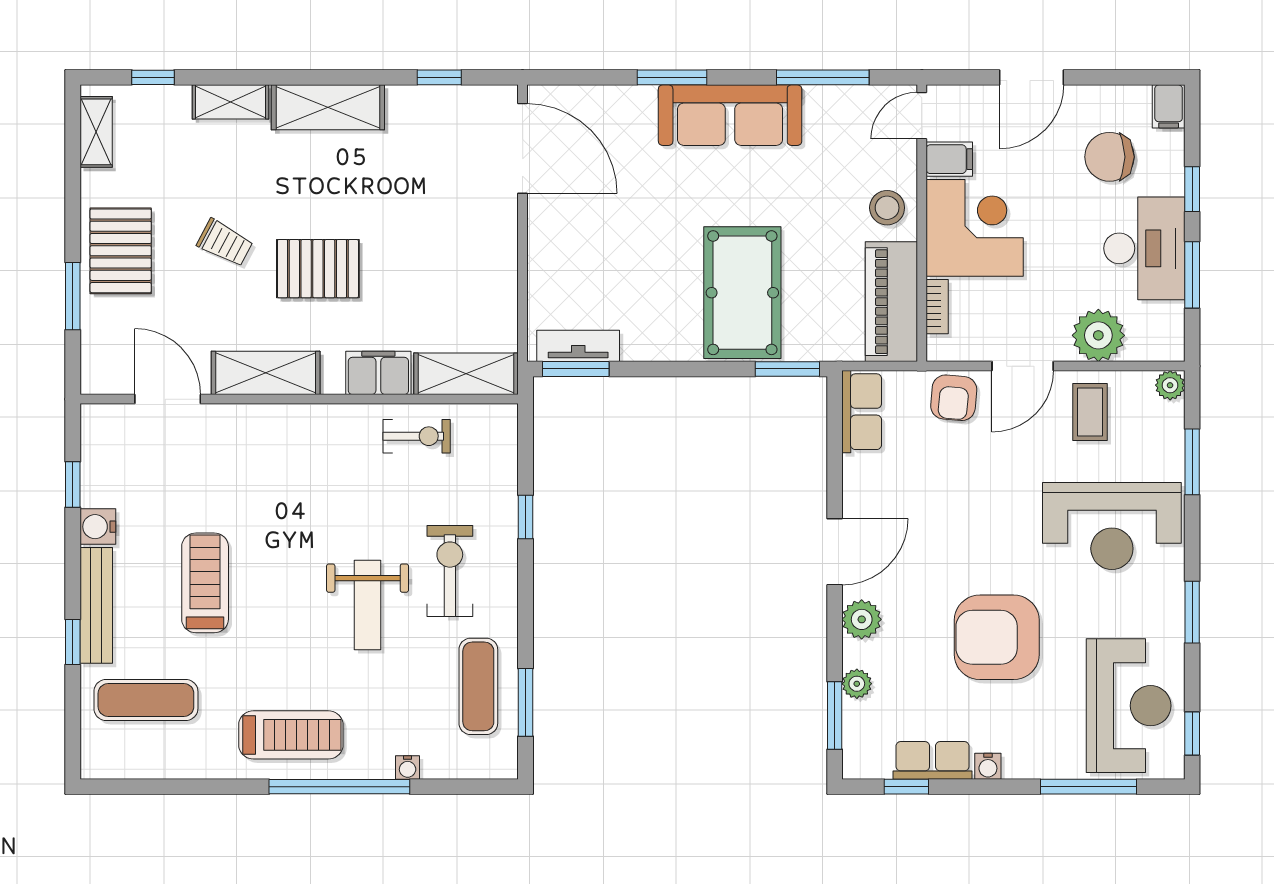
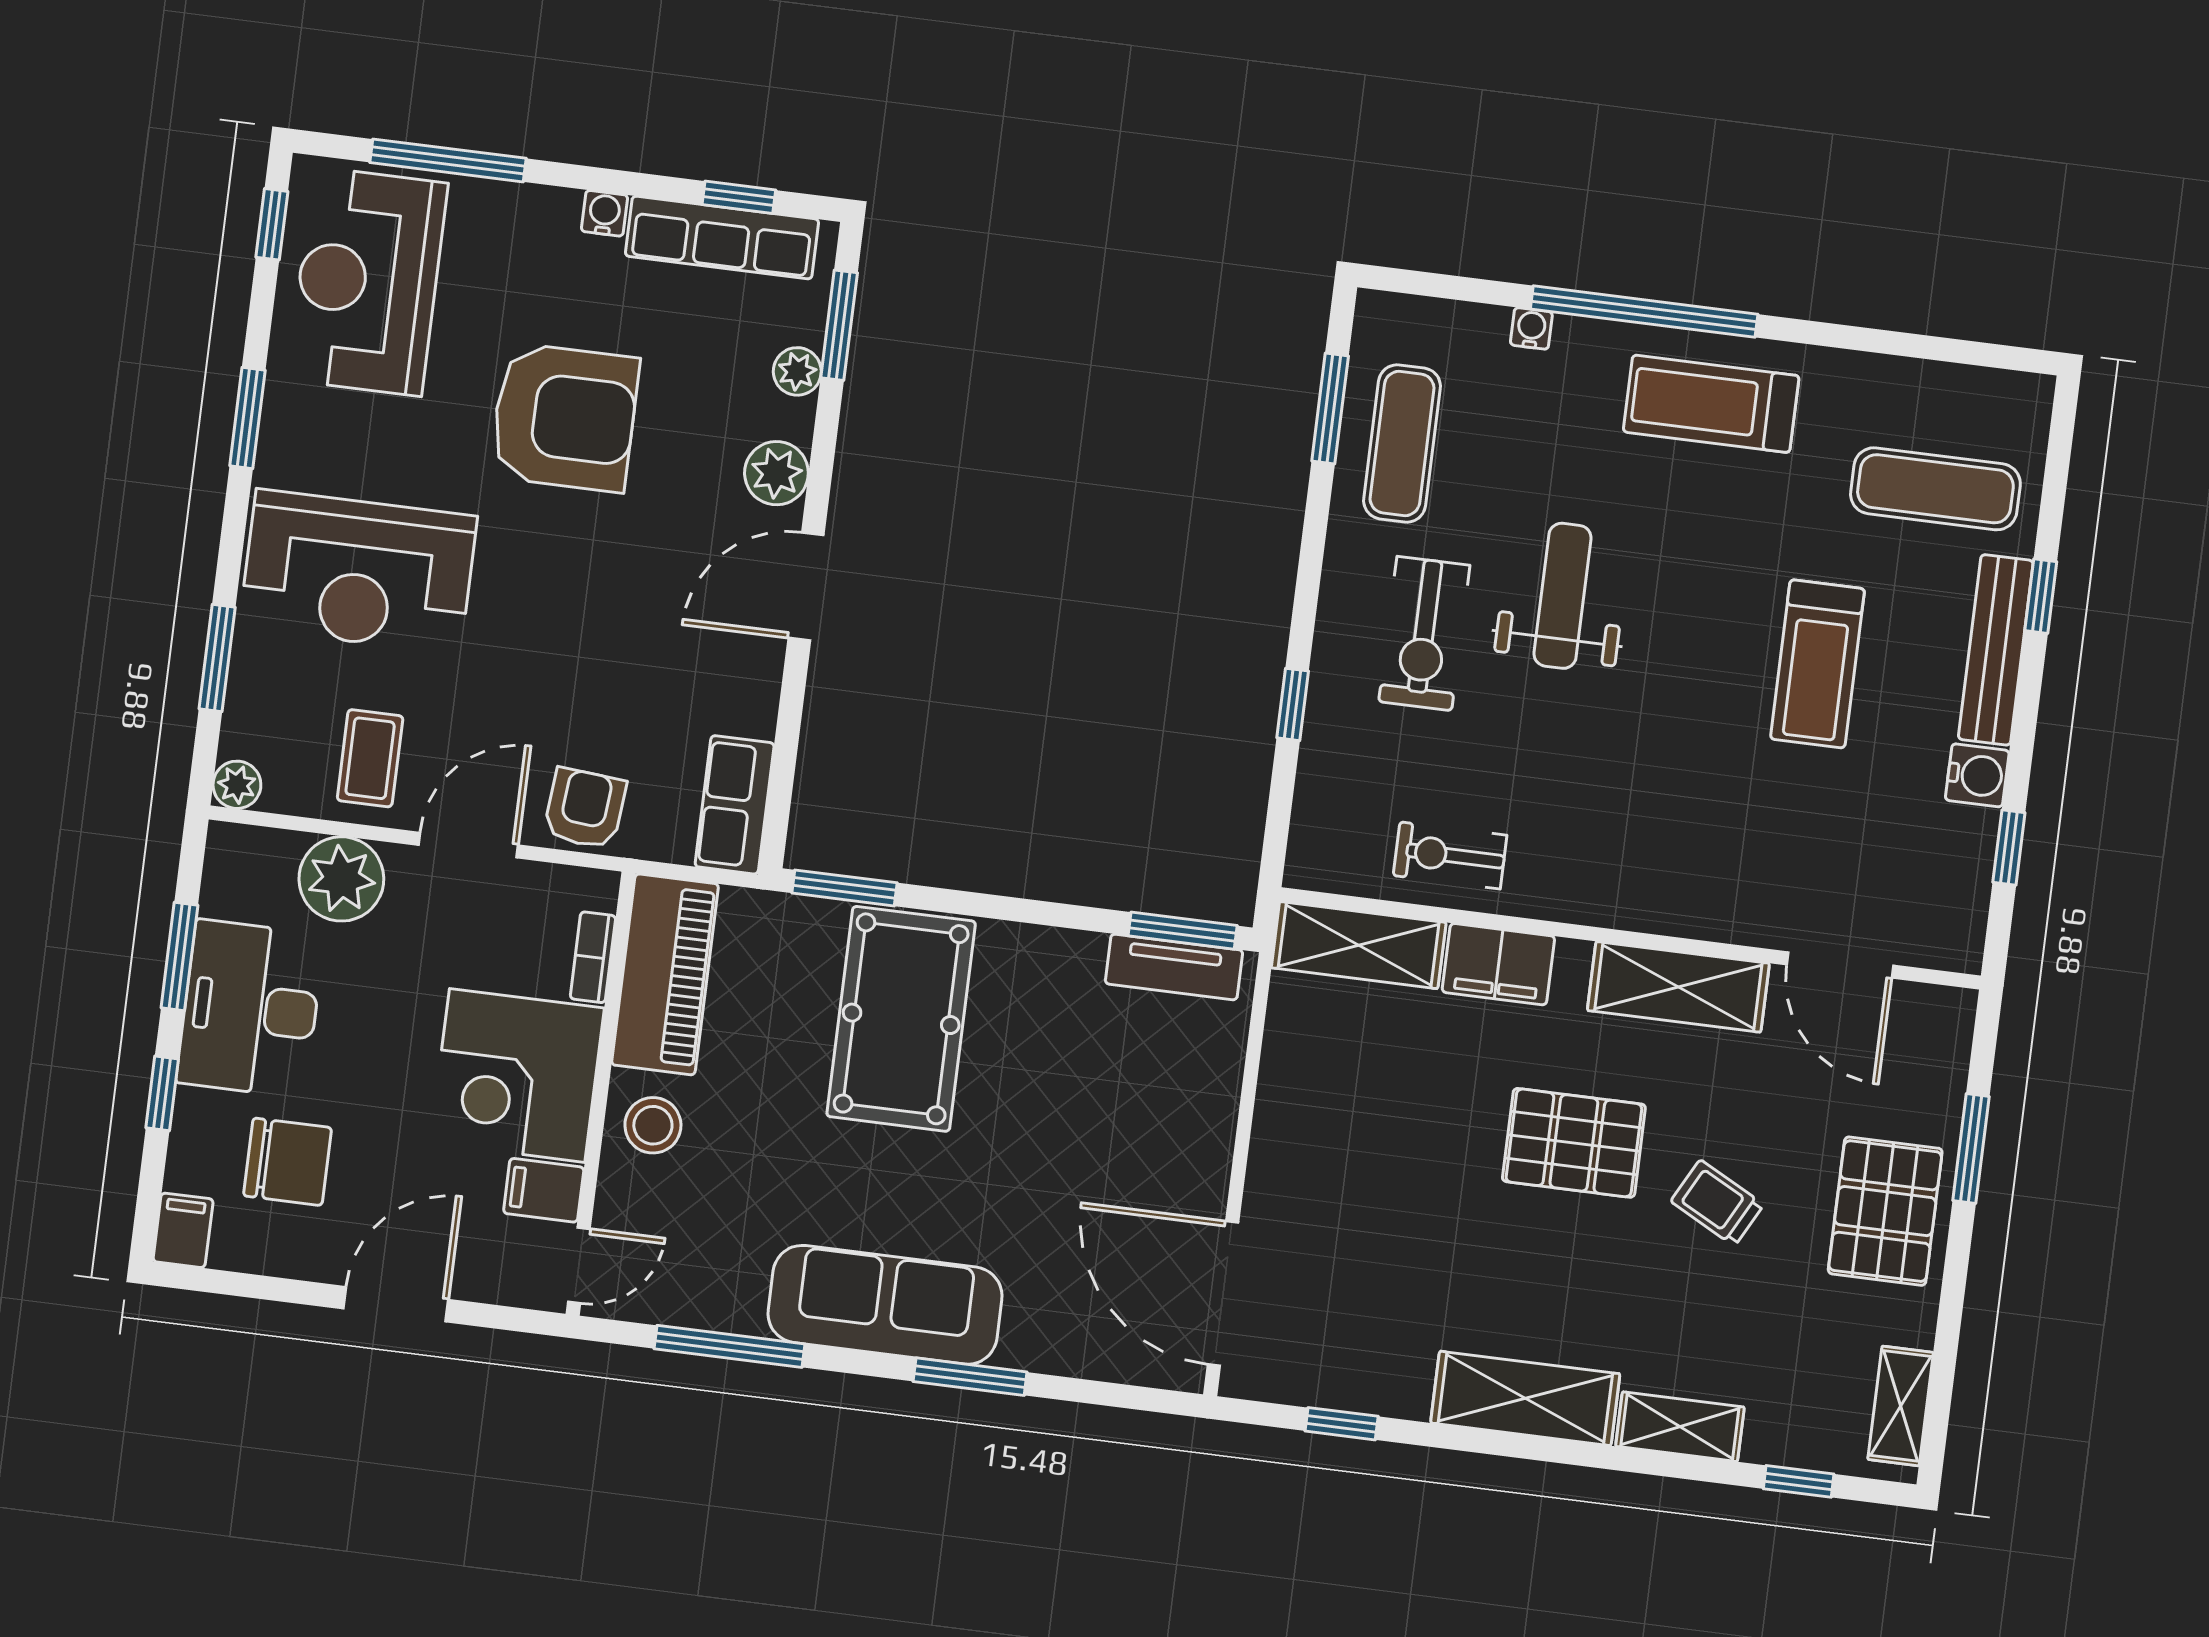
reception desk: (1112, 526) -> (358, 572), turned 180
row of seats: (933, 760) -> (722, 238), width x1.48

